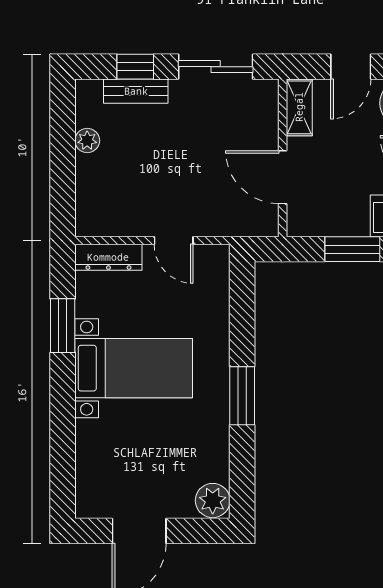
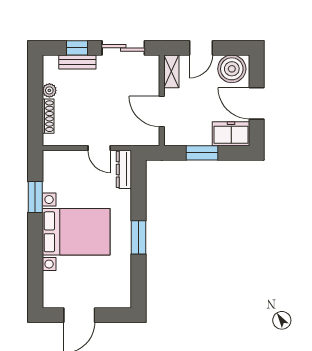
shoe rack: (85, 185) -> (48, 116), added
dresser: (108, 257) -> (124, 169), moved, turned 90
bed with nightstands: (134, 368) -> (76, 232), width x1.36
plant: (213, 501) -> (122, 298), removed

